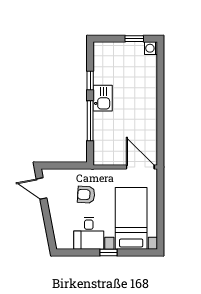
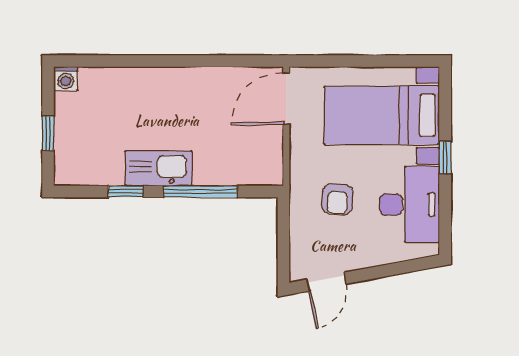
window: (134, 39) -> (48, 133), moved
kitchen sink: (103, 98) -> (158, 168), width x1.38
desk: (89, 233) -> (409, 204), width x1.37

